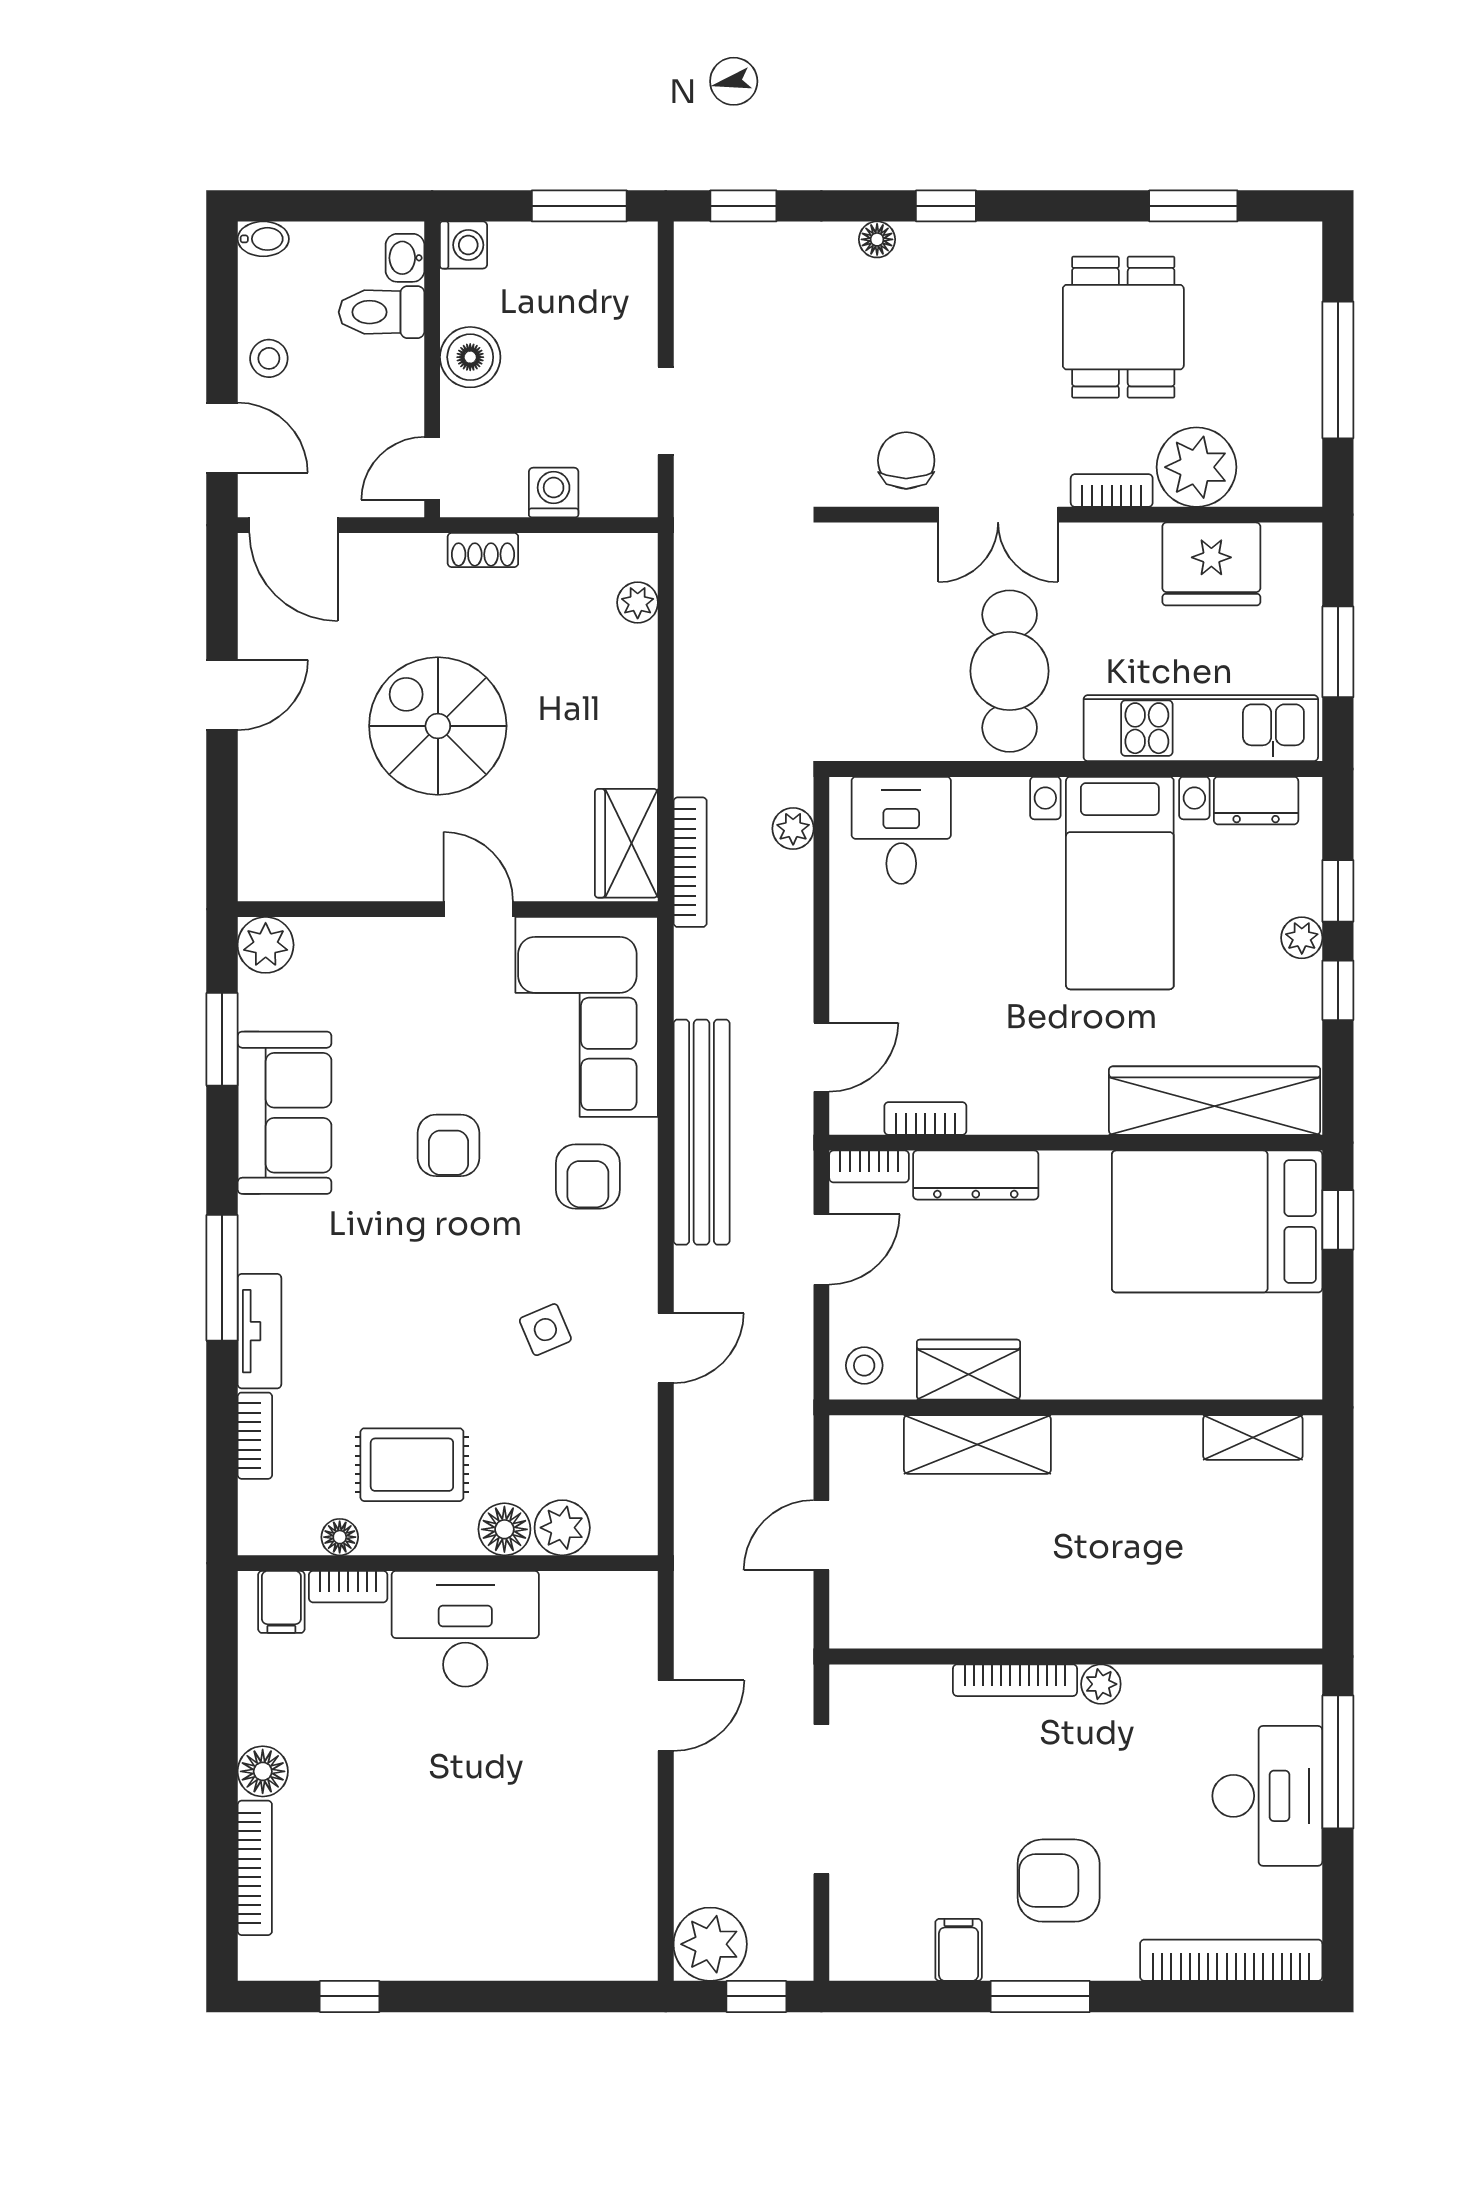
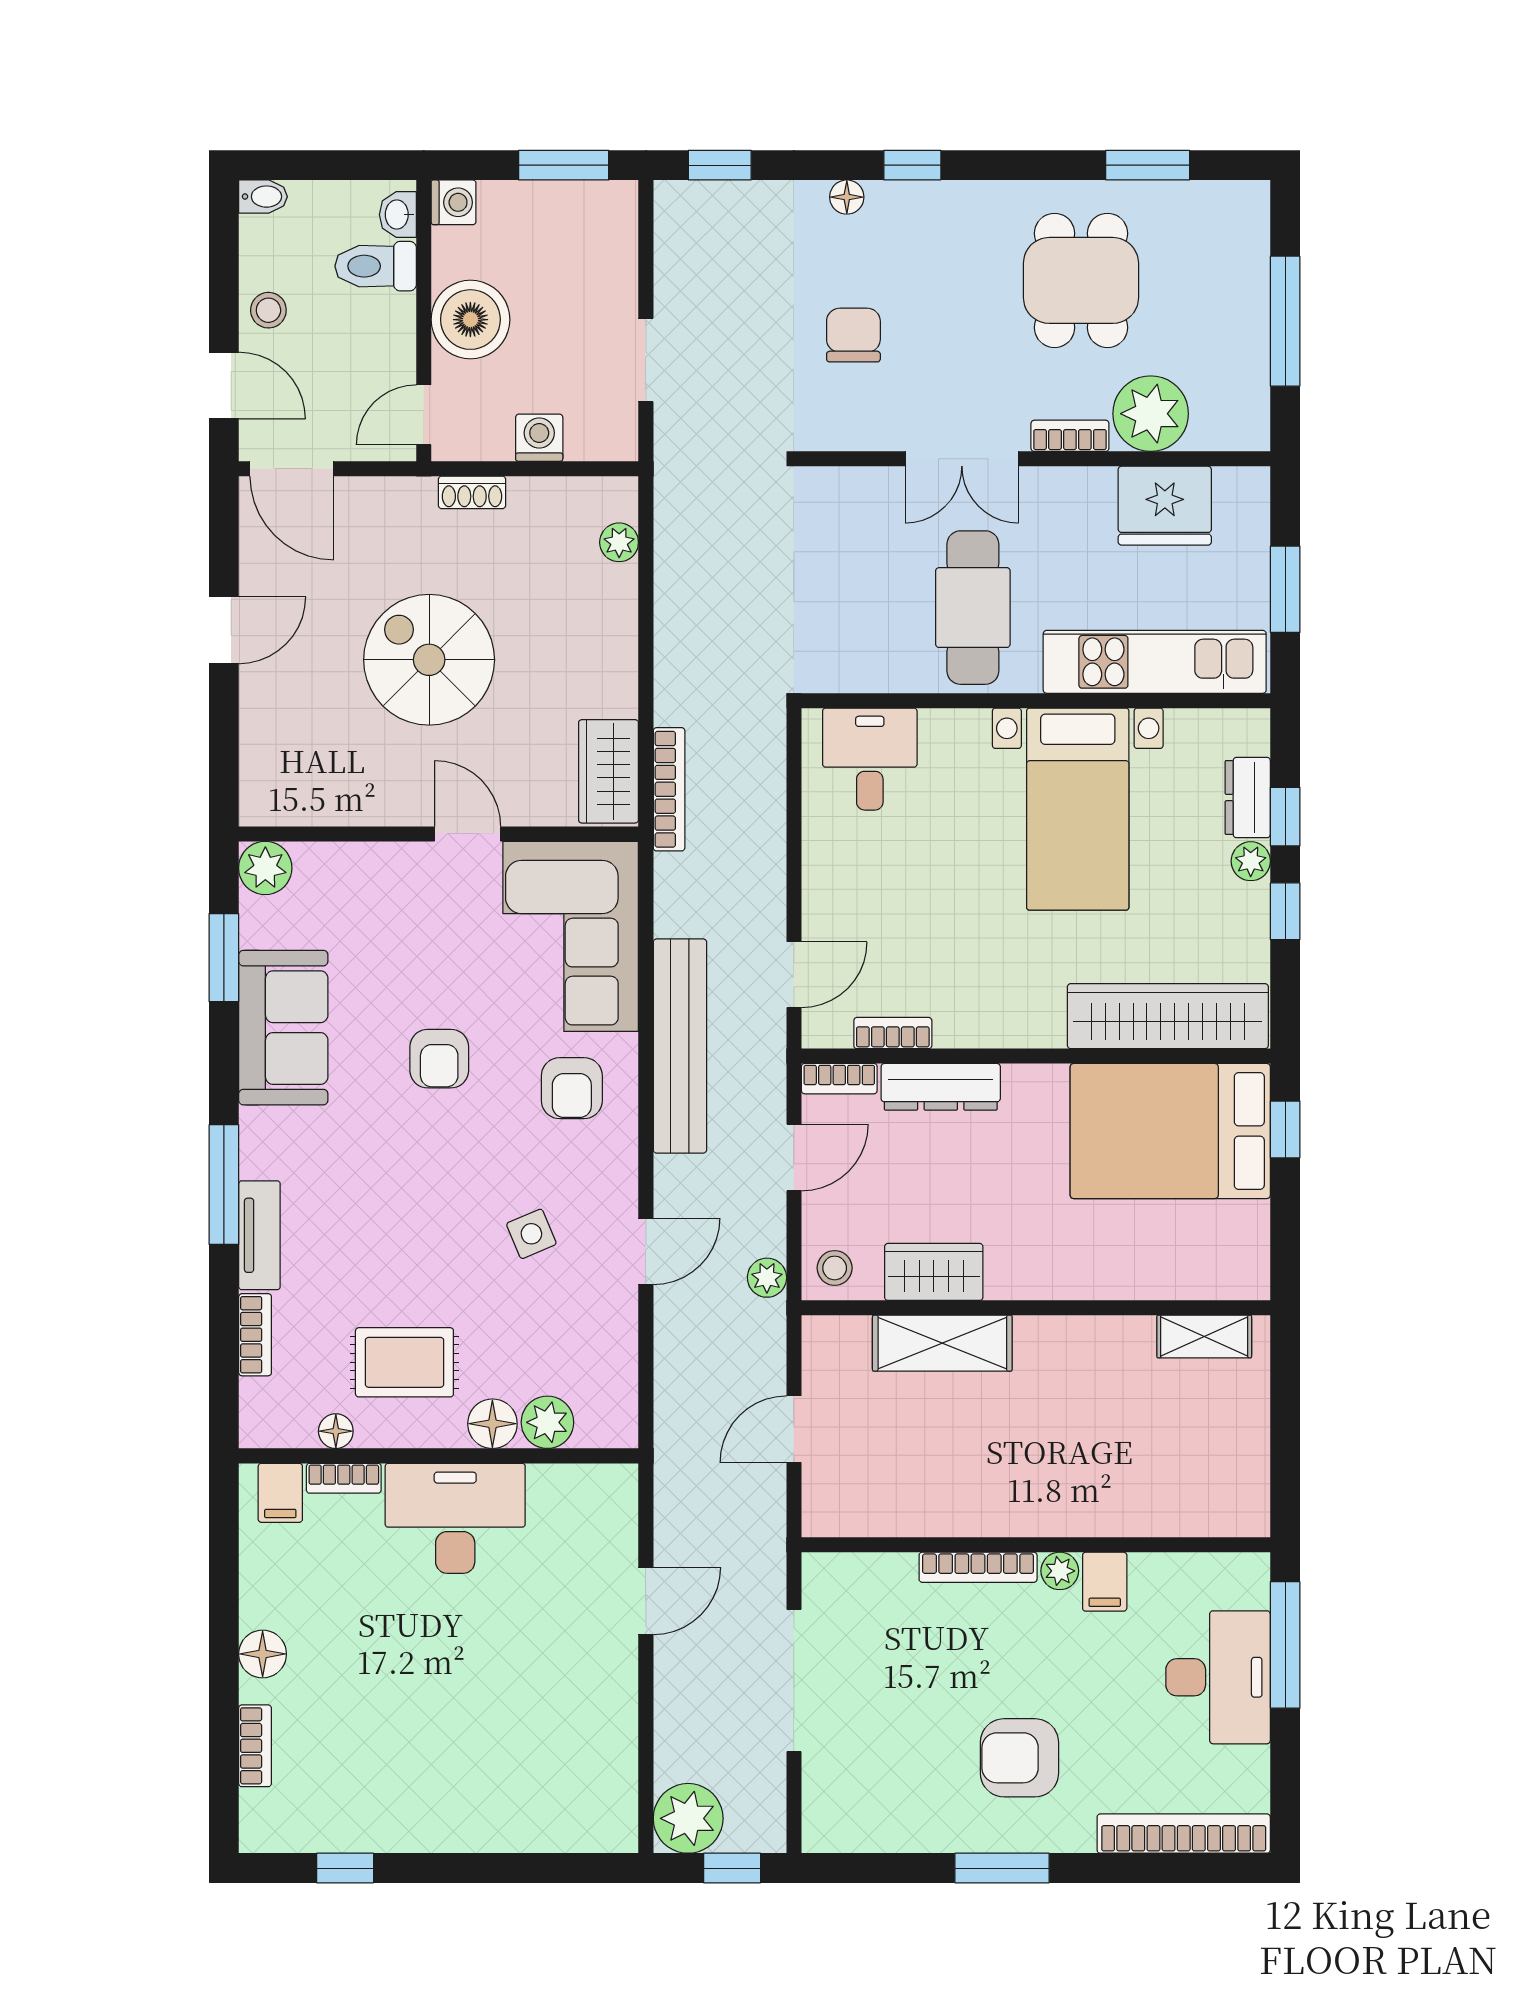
boiler: (470, 357) -> (470, 320), width x1.37, depth x1.37
chair: (906, 460) -> (853, 335), moved
dresser: (1256, 801) -> (1248, 798), moved, turned 90
plant: (793, 829) -> (767, 1278), moved
bookcase: (255, 1868) -> (255, 1746), width x0.64
filing cabinet: (959, 1950) -> (1105, 1582), moved, turned 180

